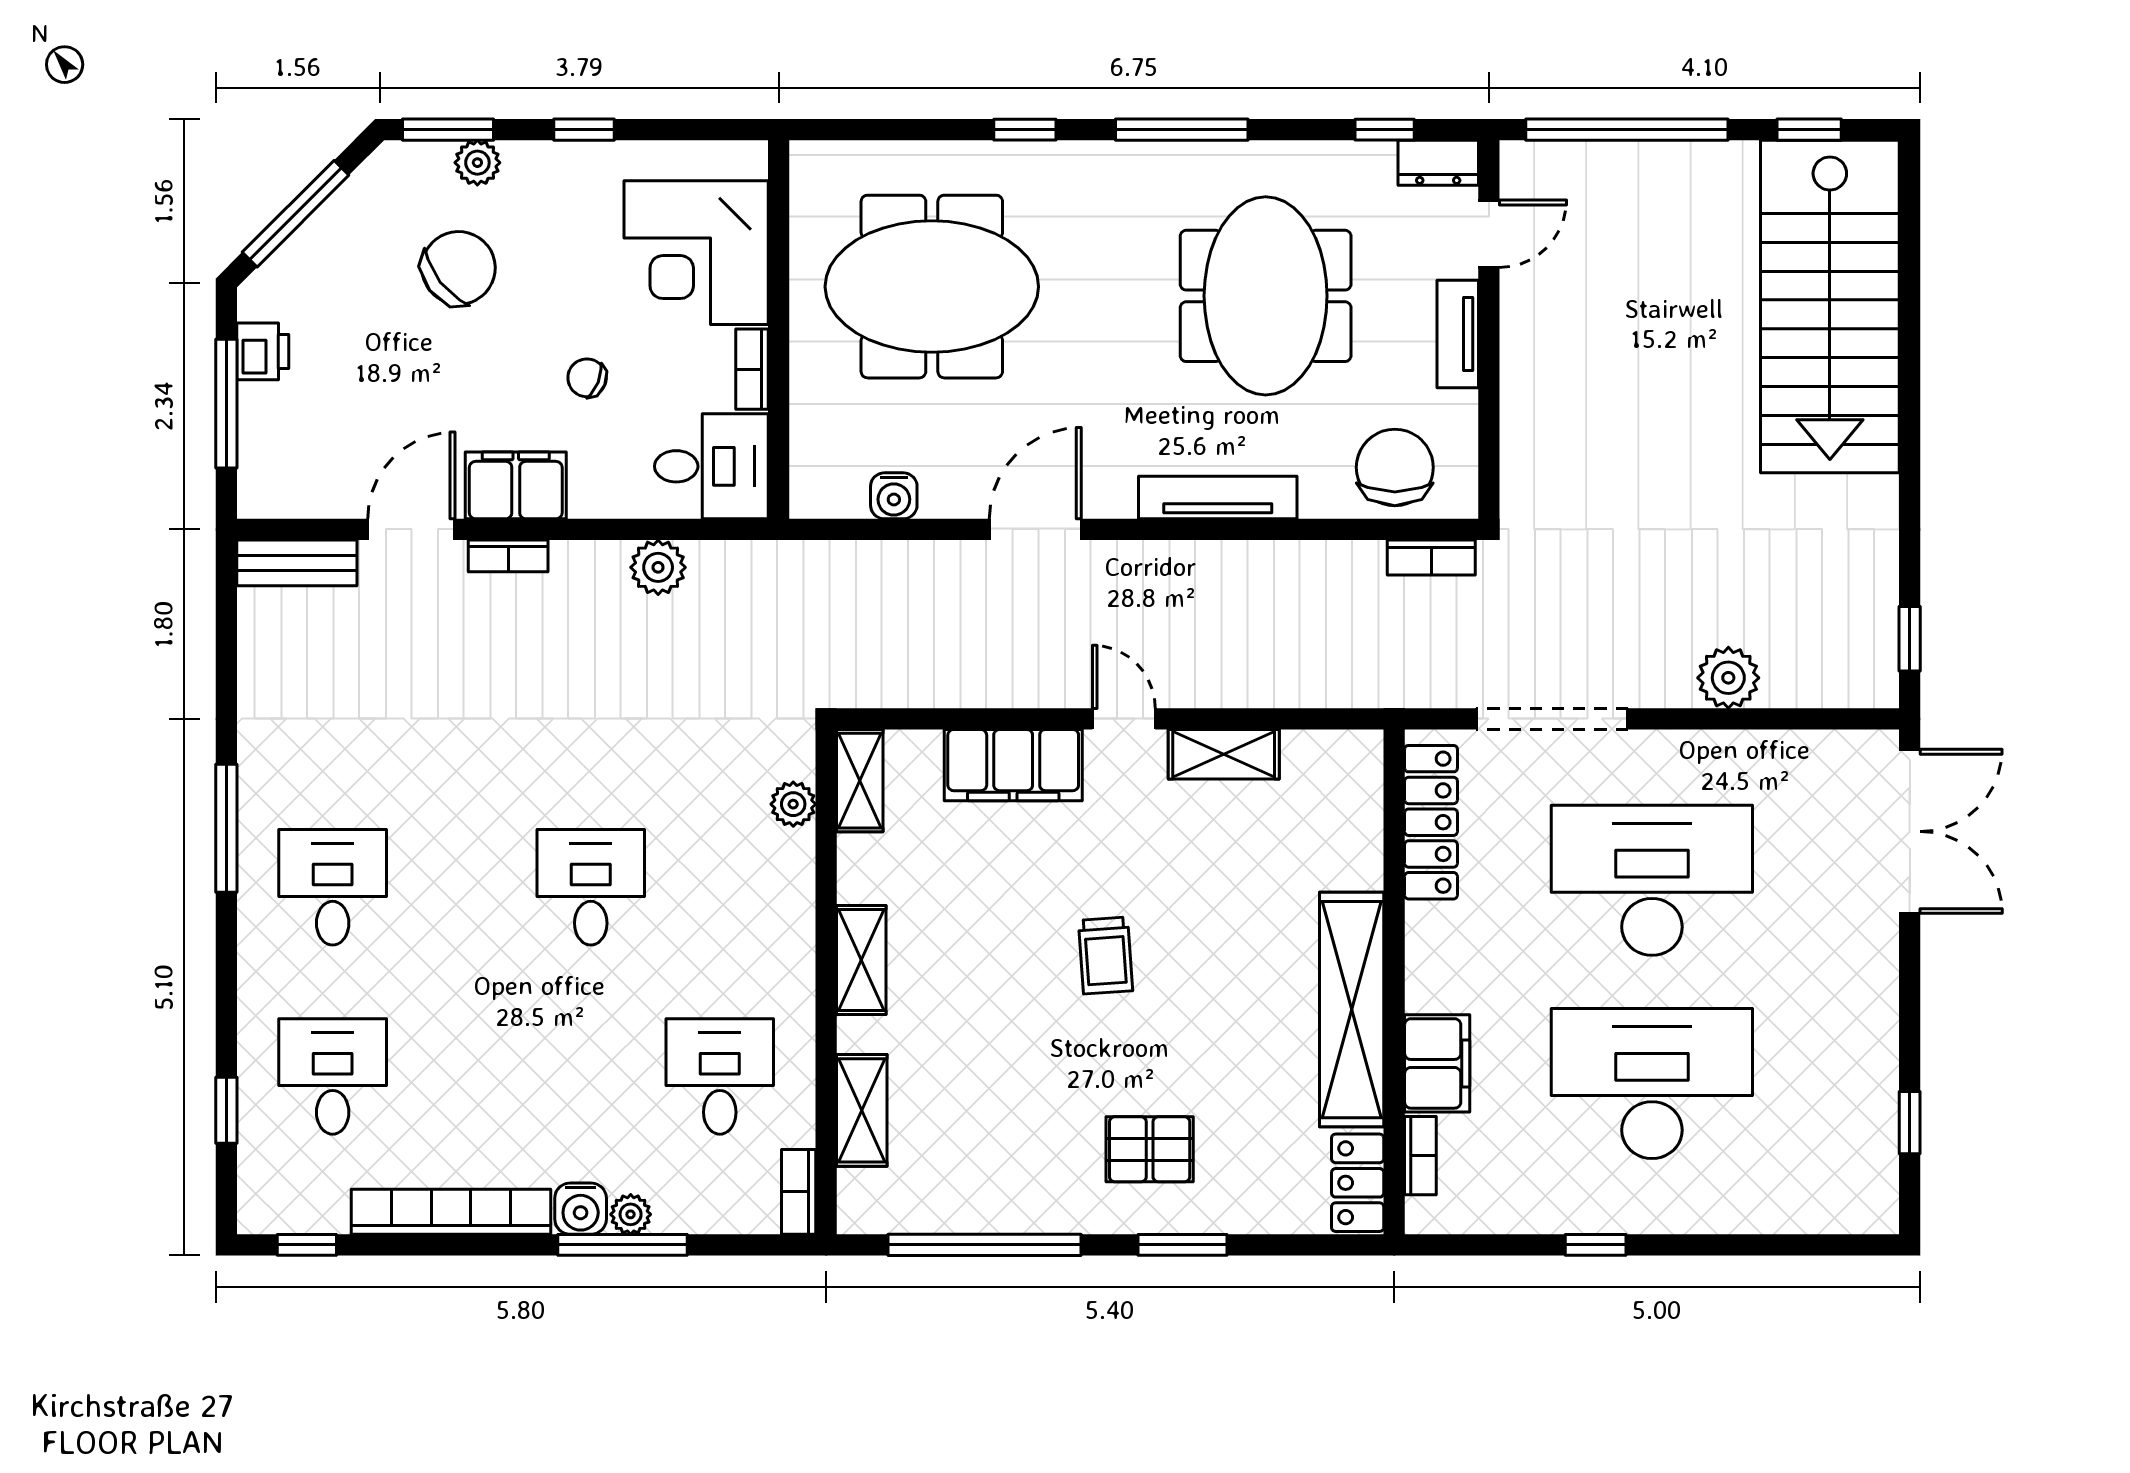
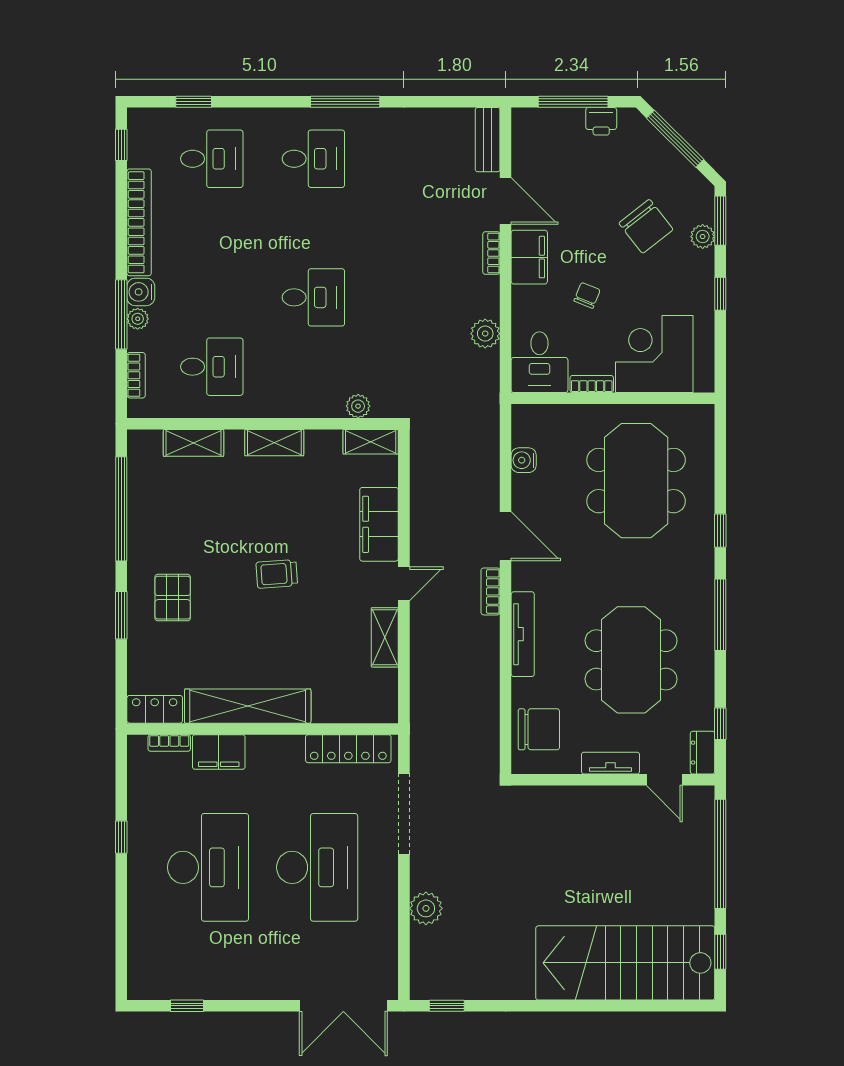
meeting table: (1266, 296) -> (631, 660), turned 90
bookcase: (1431, 558) -> (490, 591), moved
bookcase: (799, 1192) -> (136, 375), moved, turned 90

